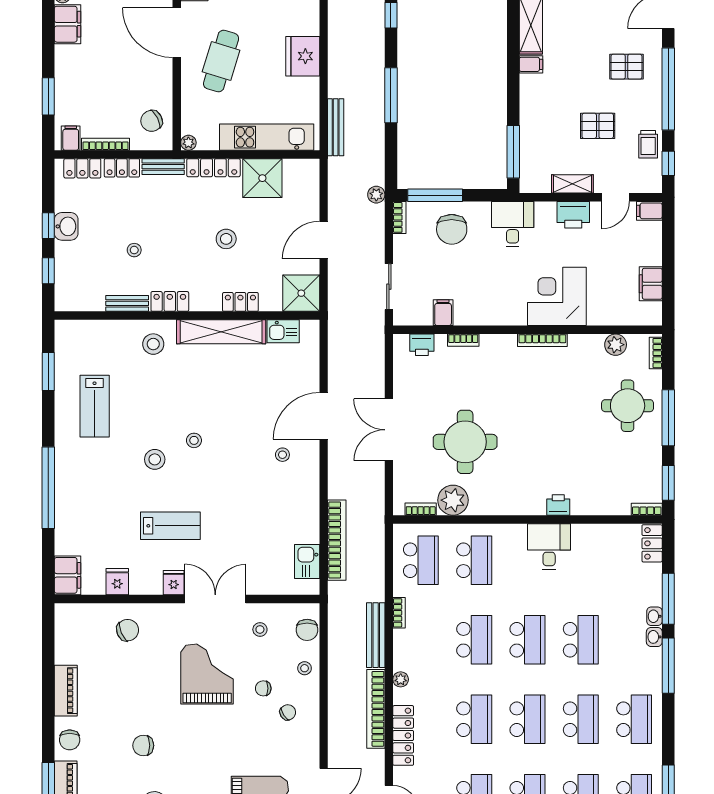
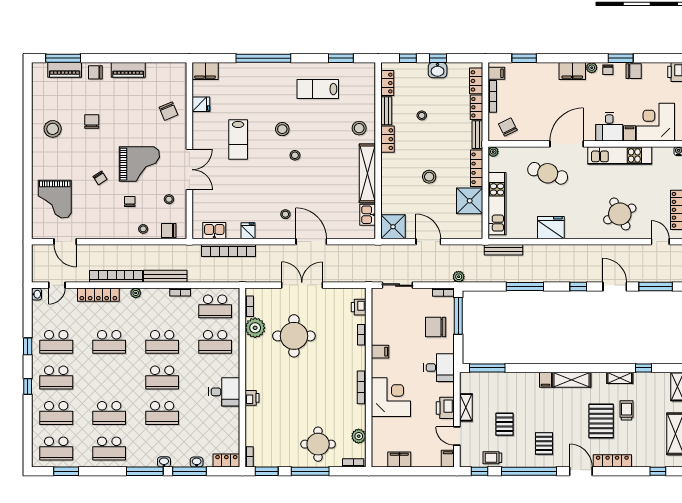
locker: (240, 302) -> (387, 83), moved
filing cabinet: (443, 313) -> (380, 352), moved
fridge: (174, 583) -> (248, 231), moved, turned -90
washbasin: (654, 616) -> (197, 462), moved
chair: (288, 712) -> (100, 178), moved
school desk: (527, 719) -> (109, 377), removed

